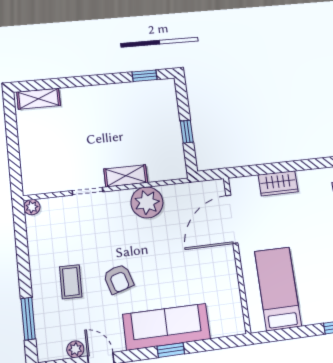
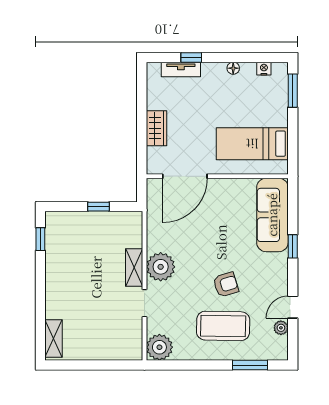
plant: (147, 202) -> (161, 267), moved
plant: (32, 207) -> (159, 347), width x1.87, depth x1.87
door: (232, 219) -> (185, 176), hinge flipped
coffee table: (71, 282) -> (223, 326), width x1.86, depth x1.72
sofa: (167, 327) -> (272, 215), moved

